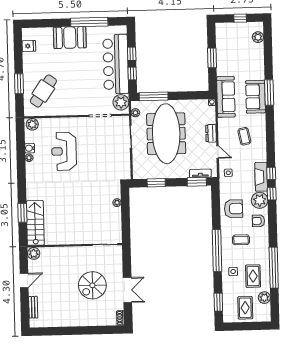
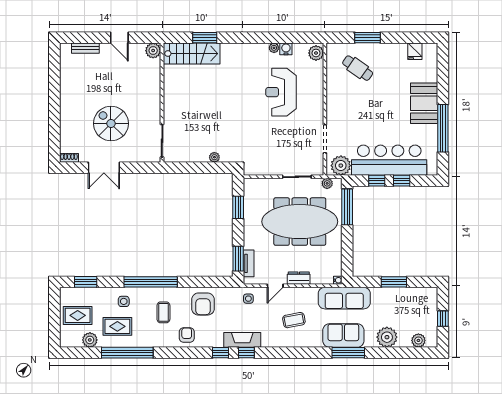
cafe table: (43, 91) -> (358, 68), width x0.73, depth x0.74
reception desk: (64, 151) -> (281, 92), turned -90
plant: (260, 200) -> (387, 337), moved

